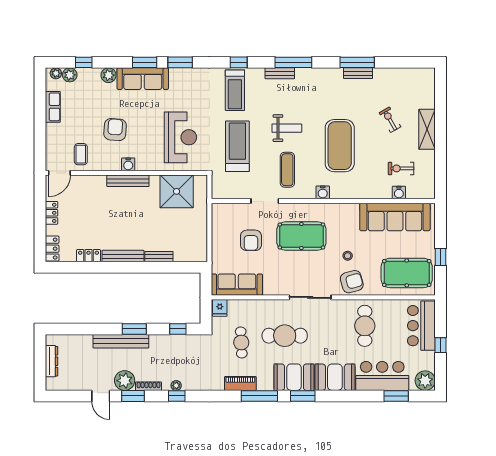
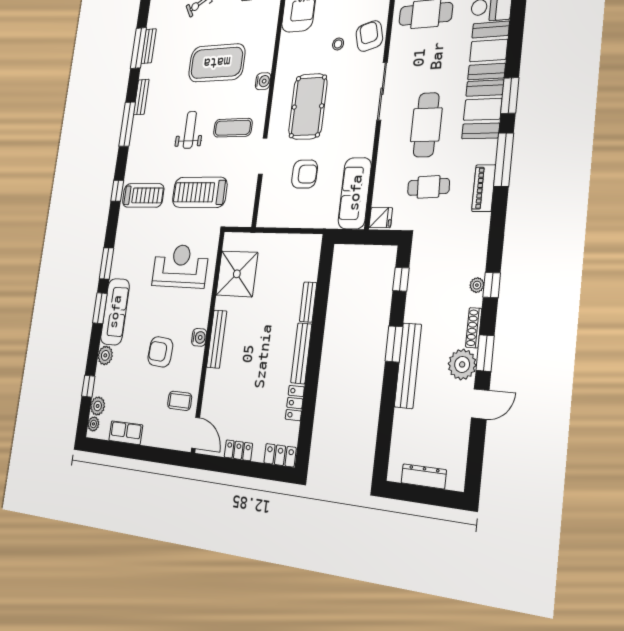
bench: (280, 73) -> (141, 97), moved

